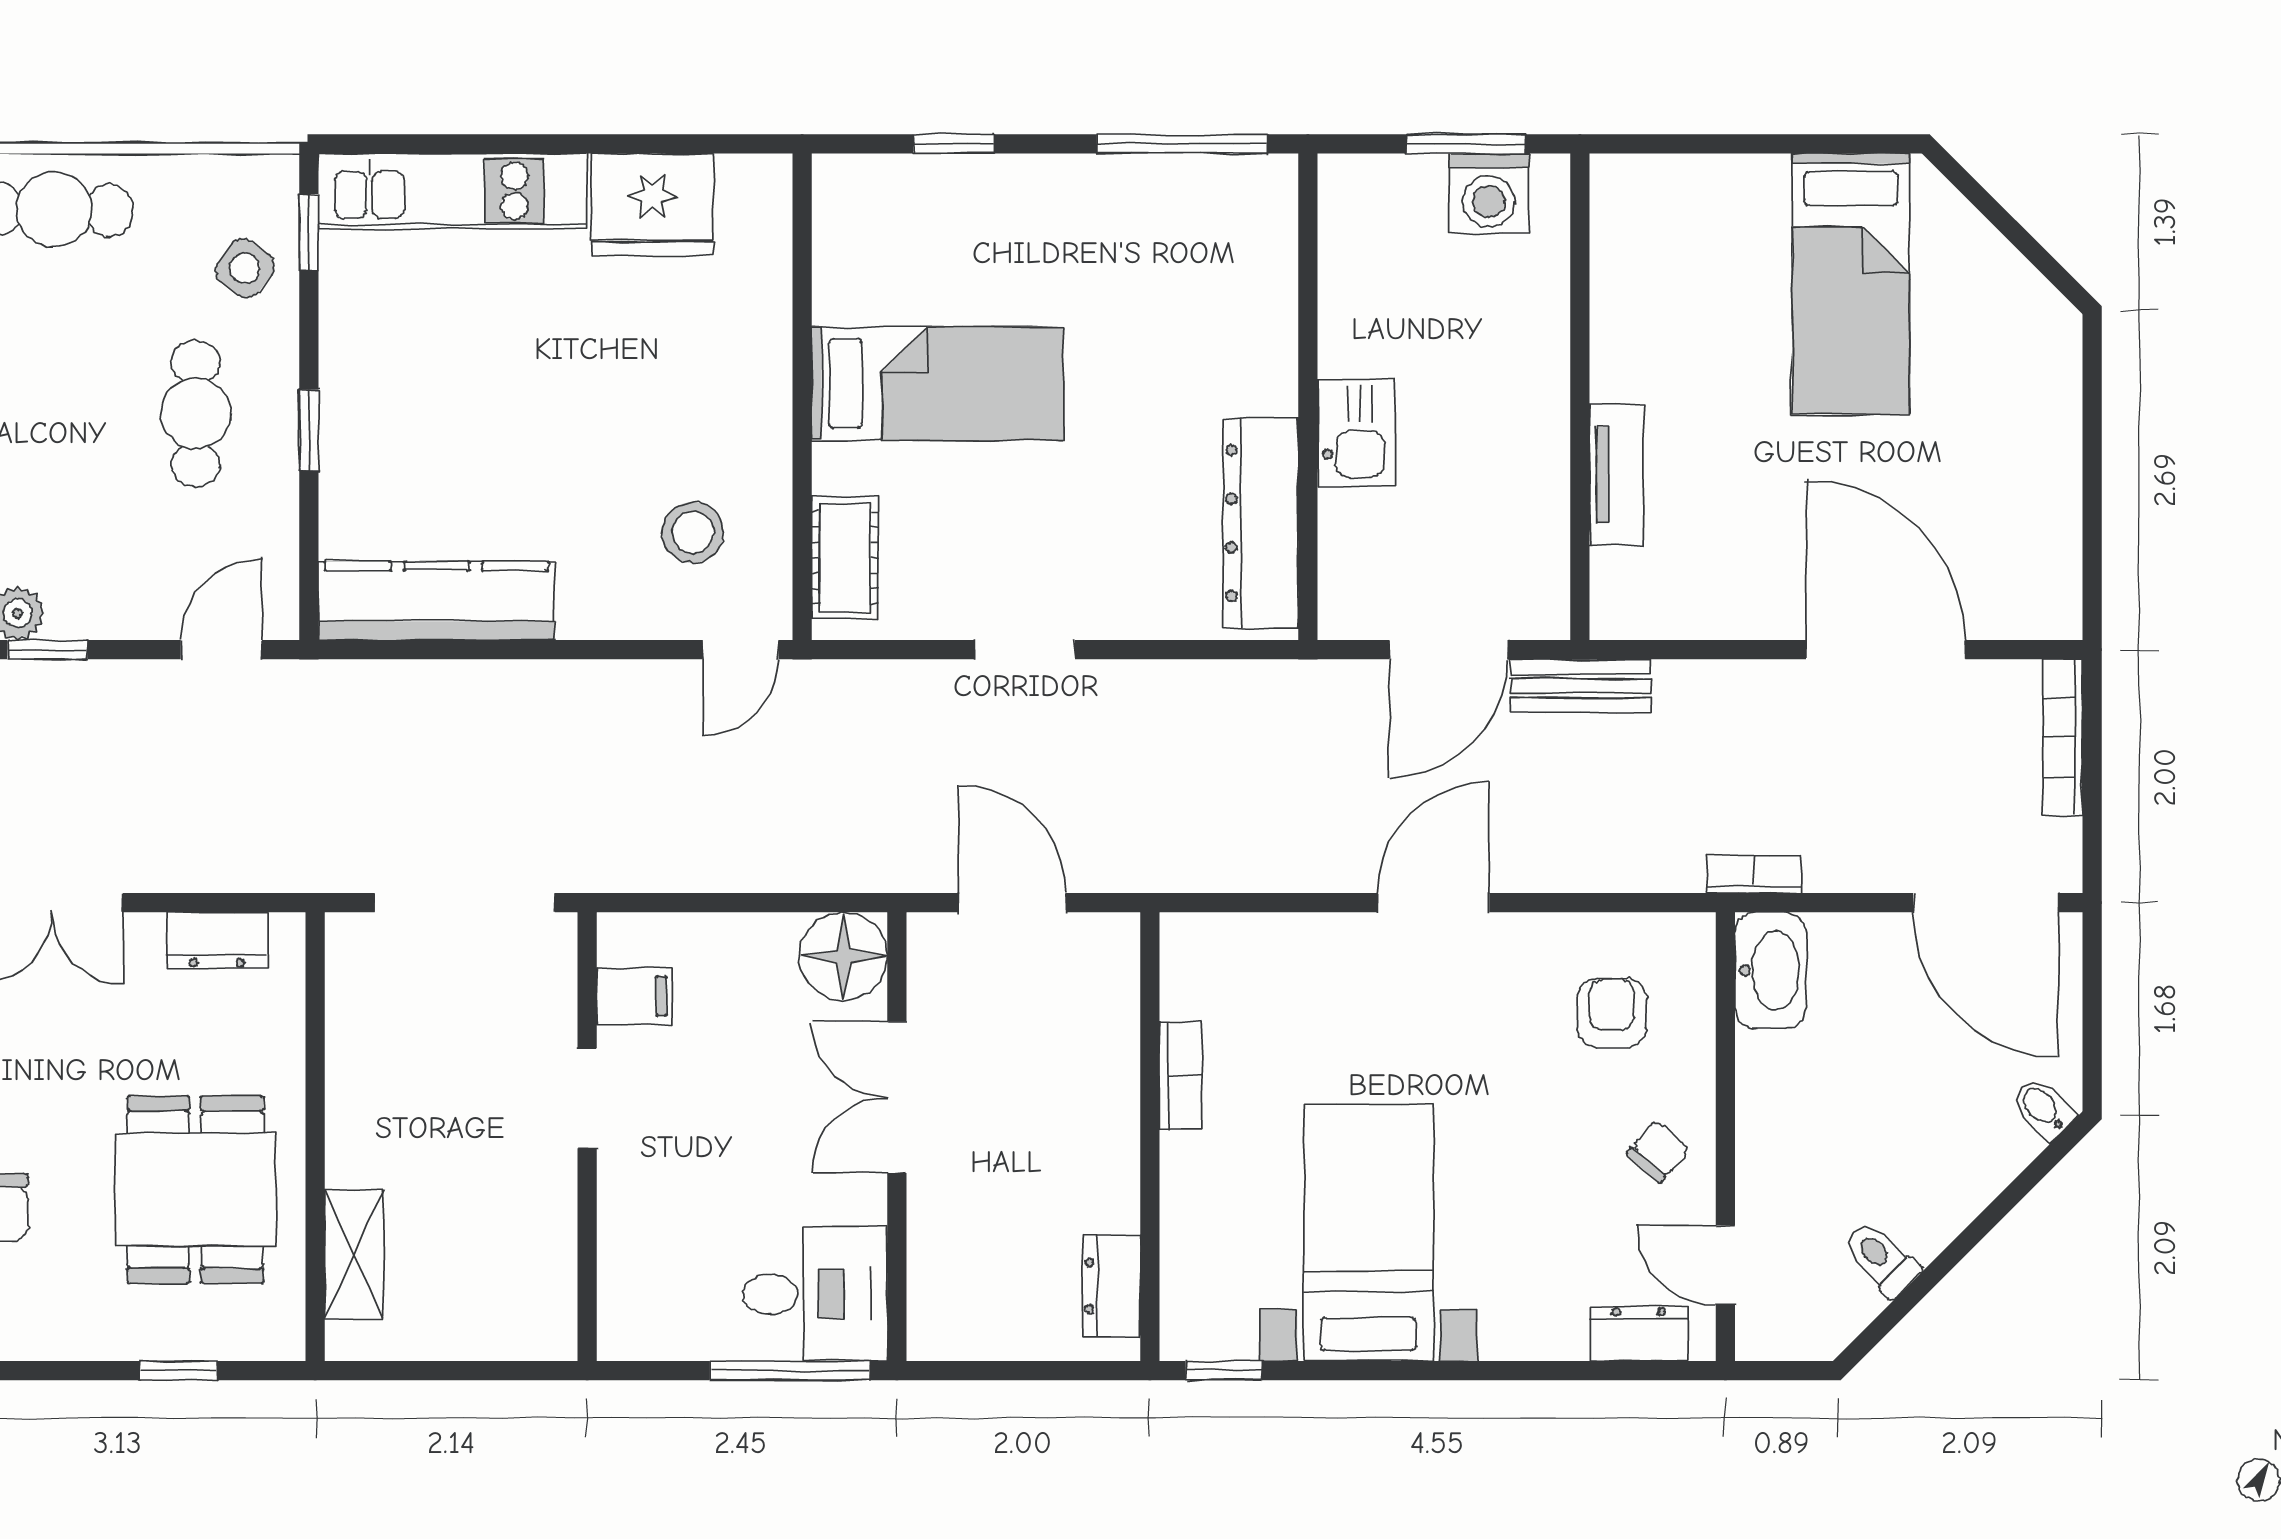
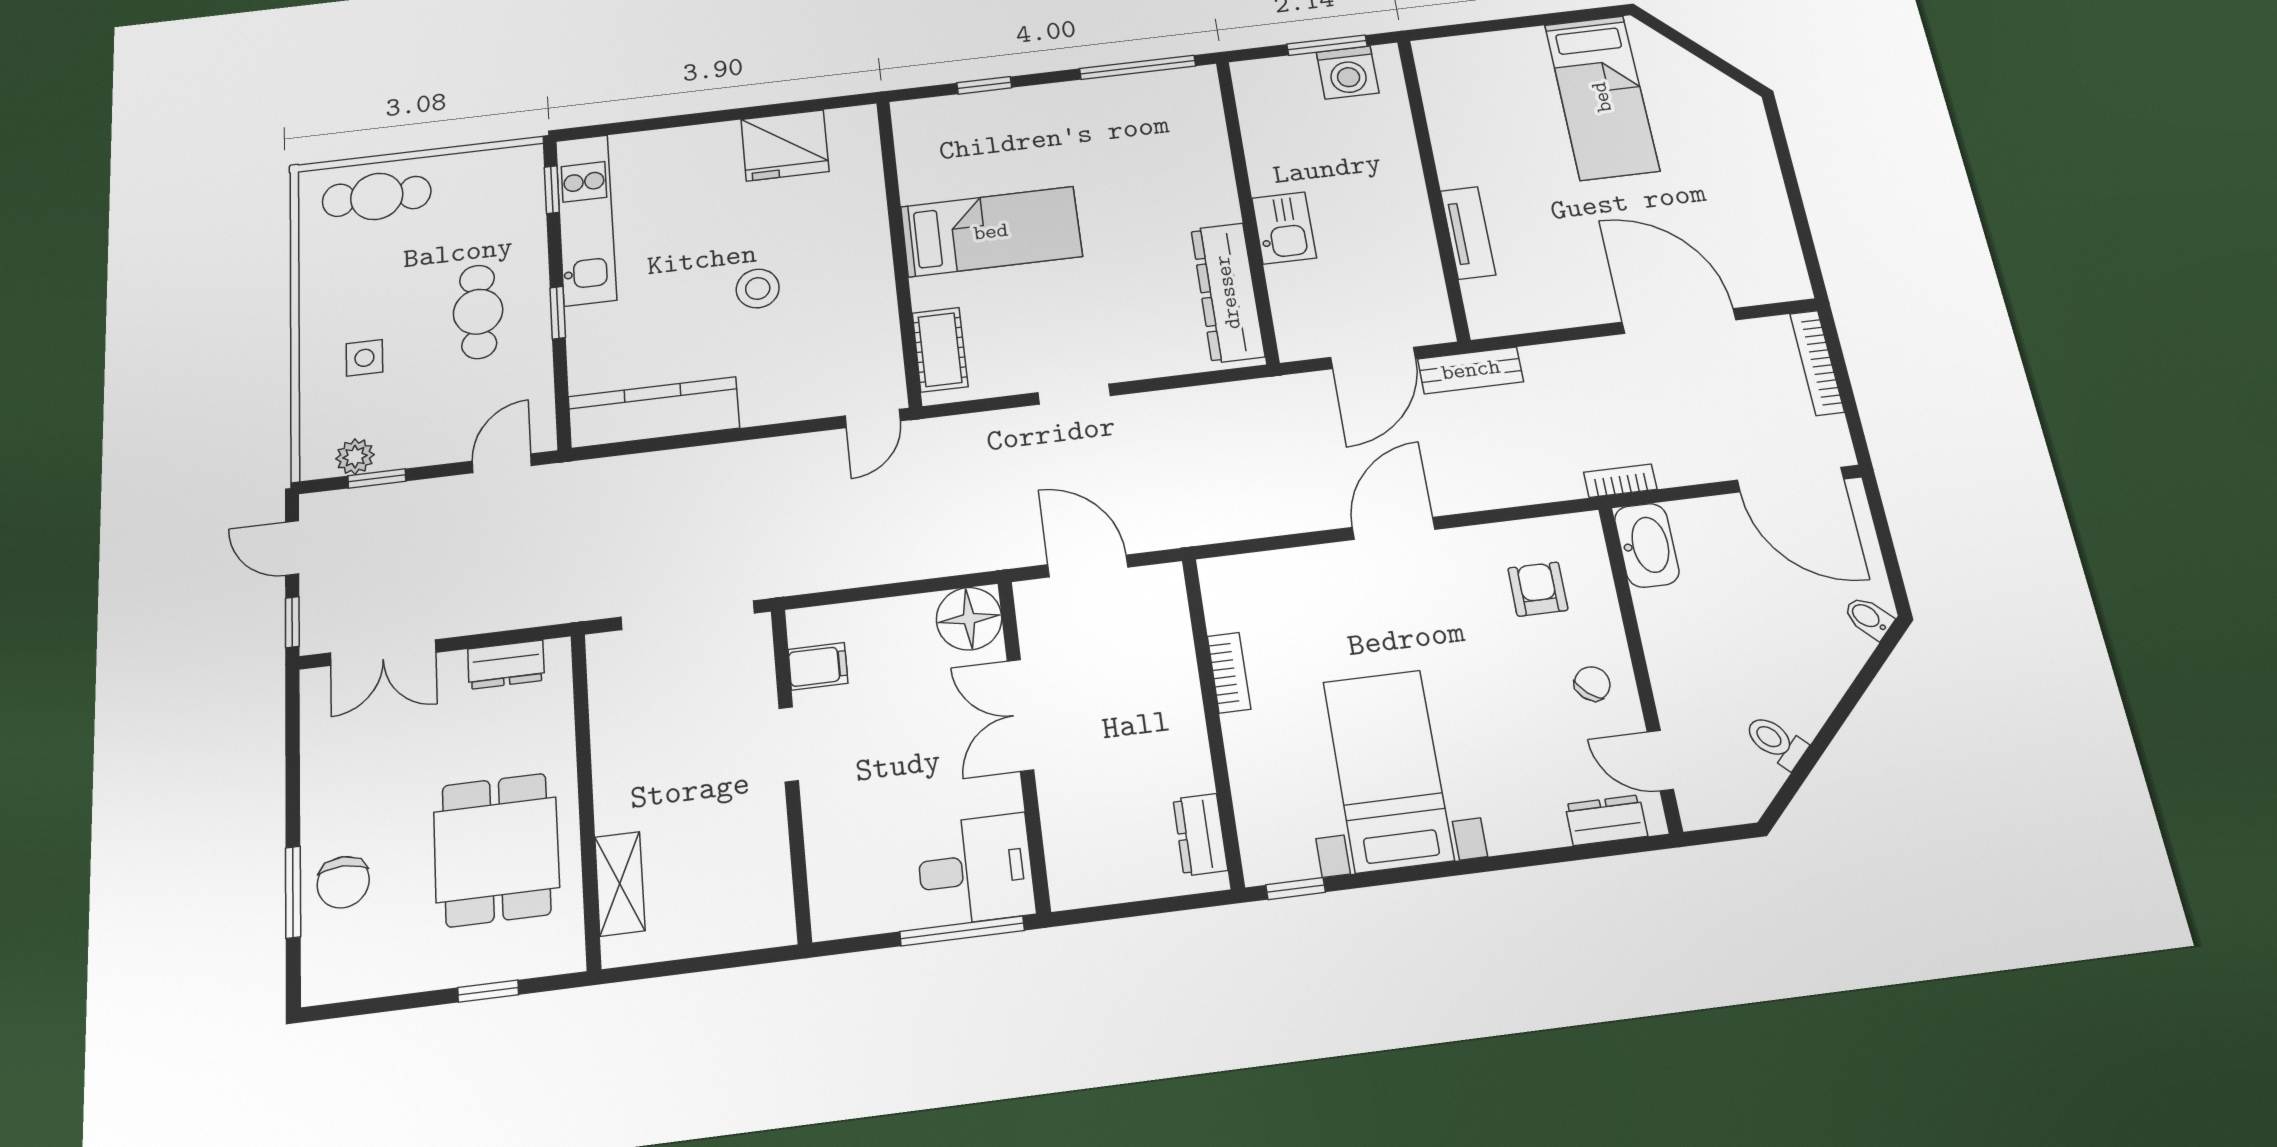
kitchen unit: (453, 191) -> (586, 220), moved, turned -90
side table: (245, 268) -> (364, 358), moved, turned -36
stool: (693, 533) -> (758, 289), moved

